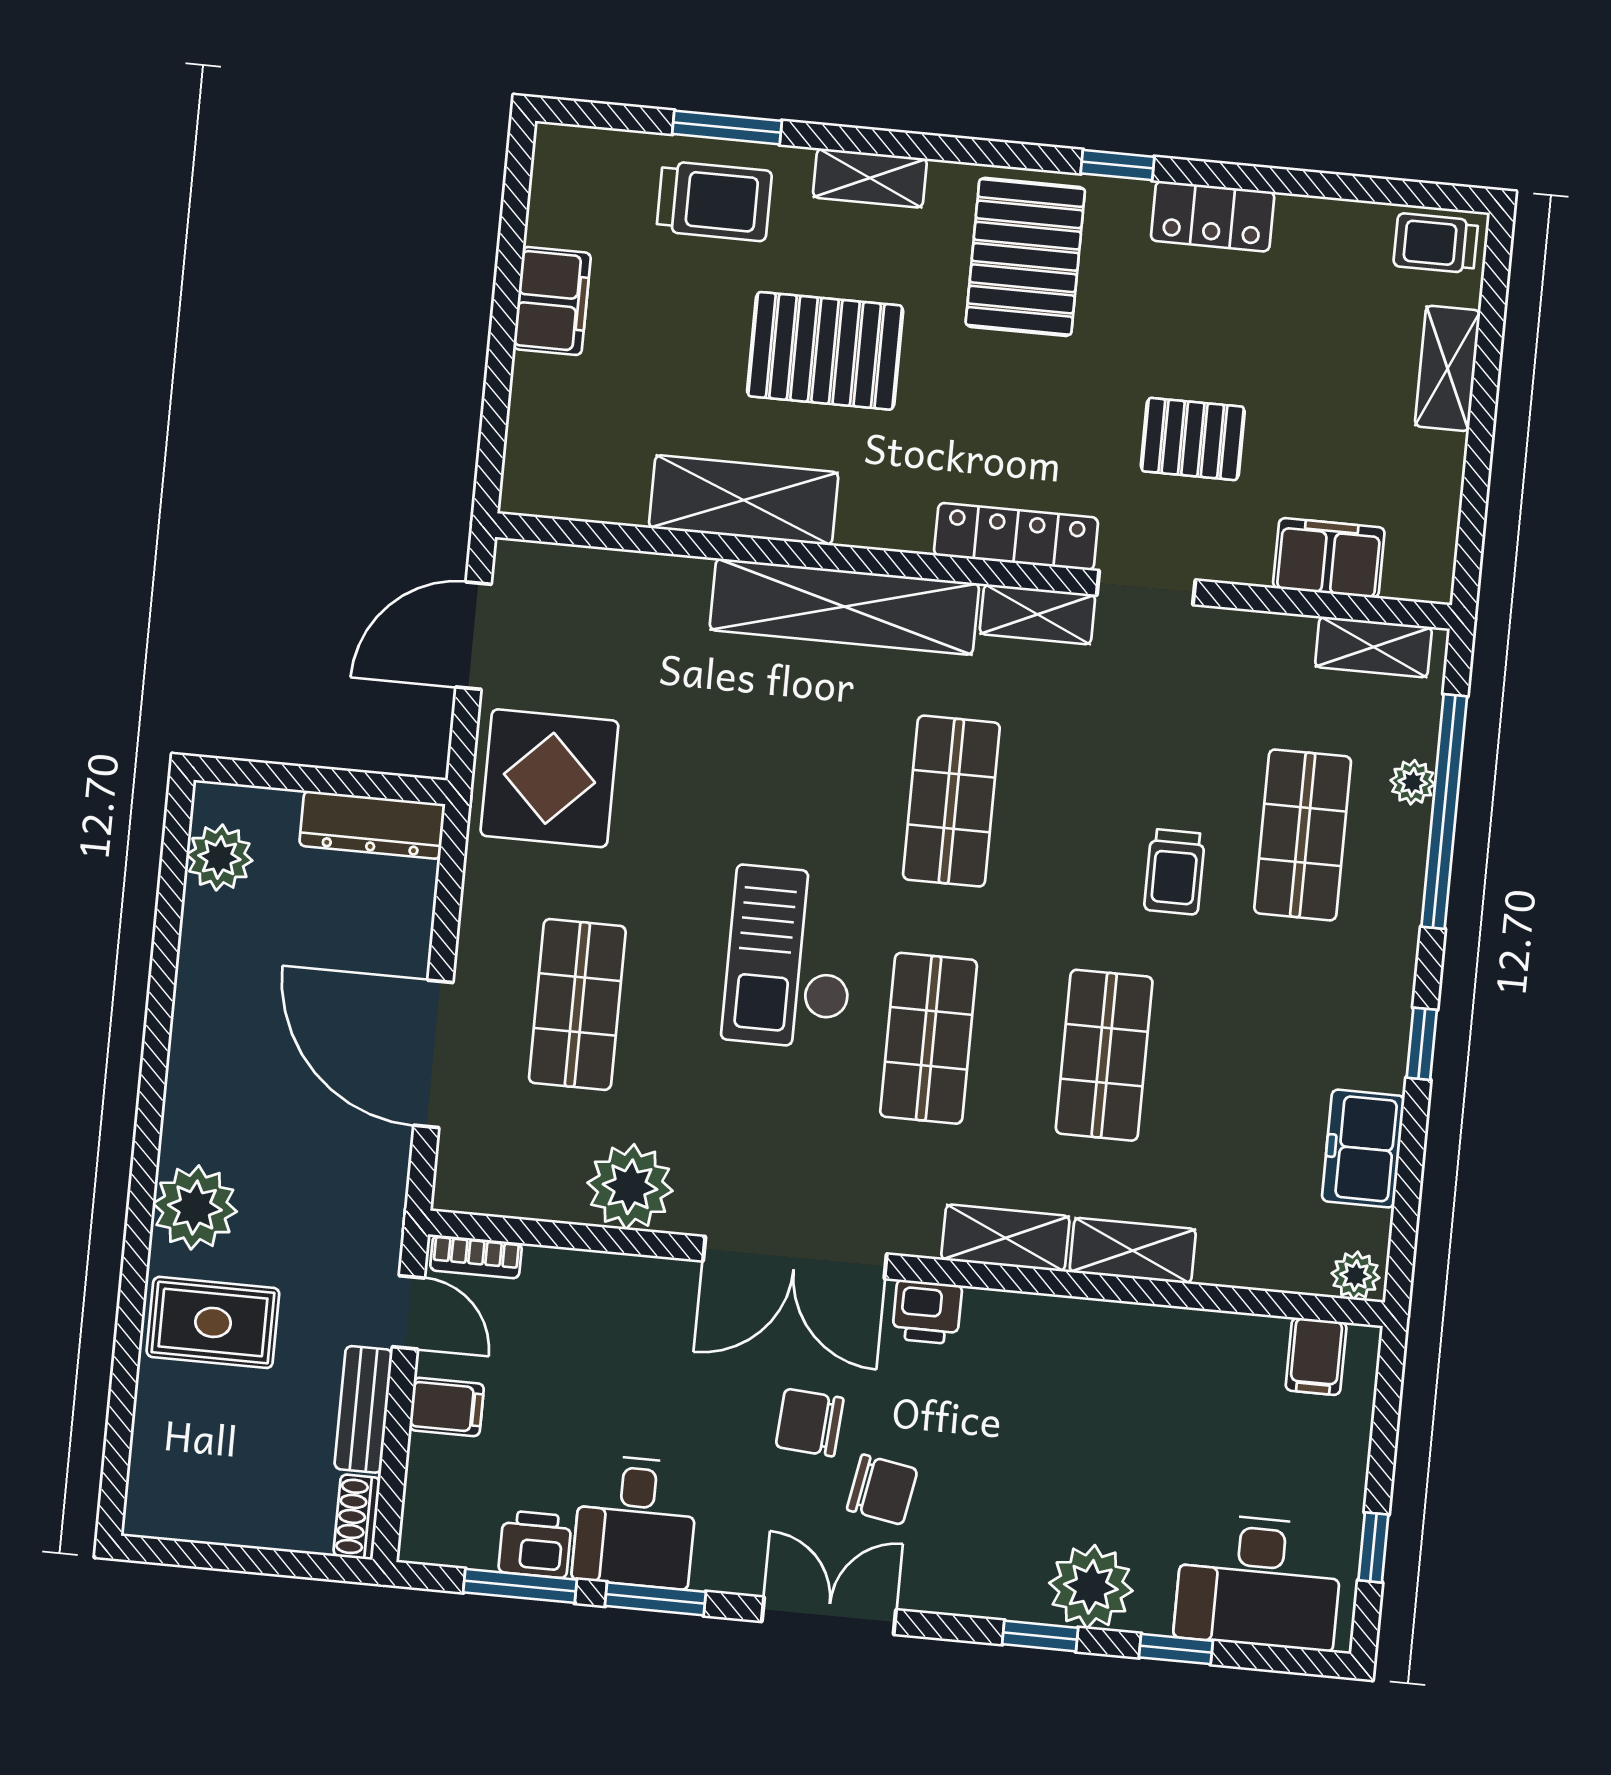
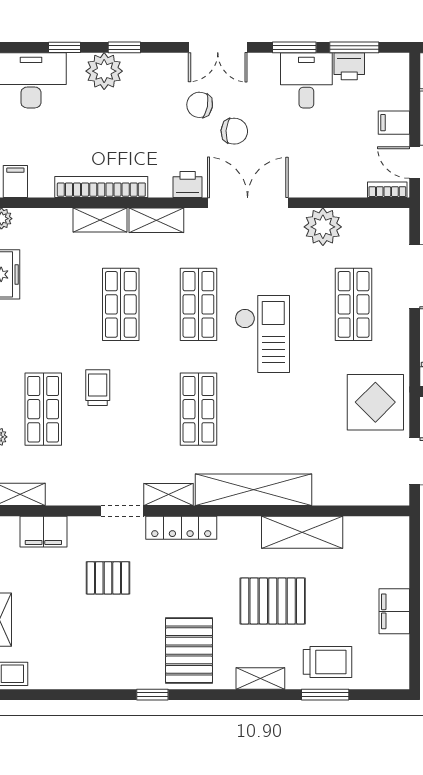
trolley: (714, 201) -> (328, 662), turned 180
locker: (1213, 216) -> (109, 676), removed
bookcase: (1123, 1325) -> (101, 187), added

